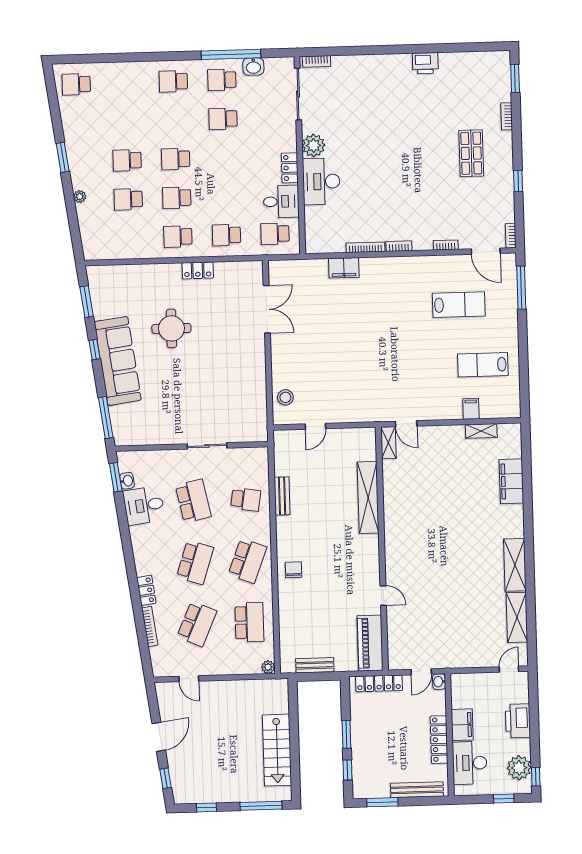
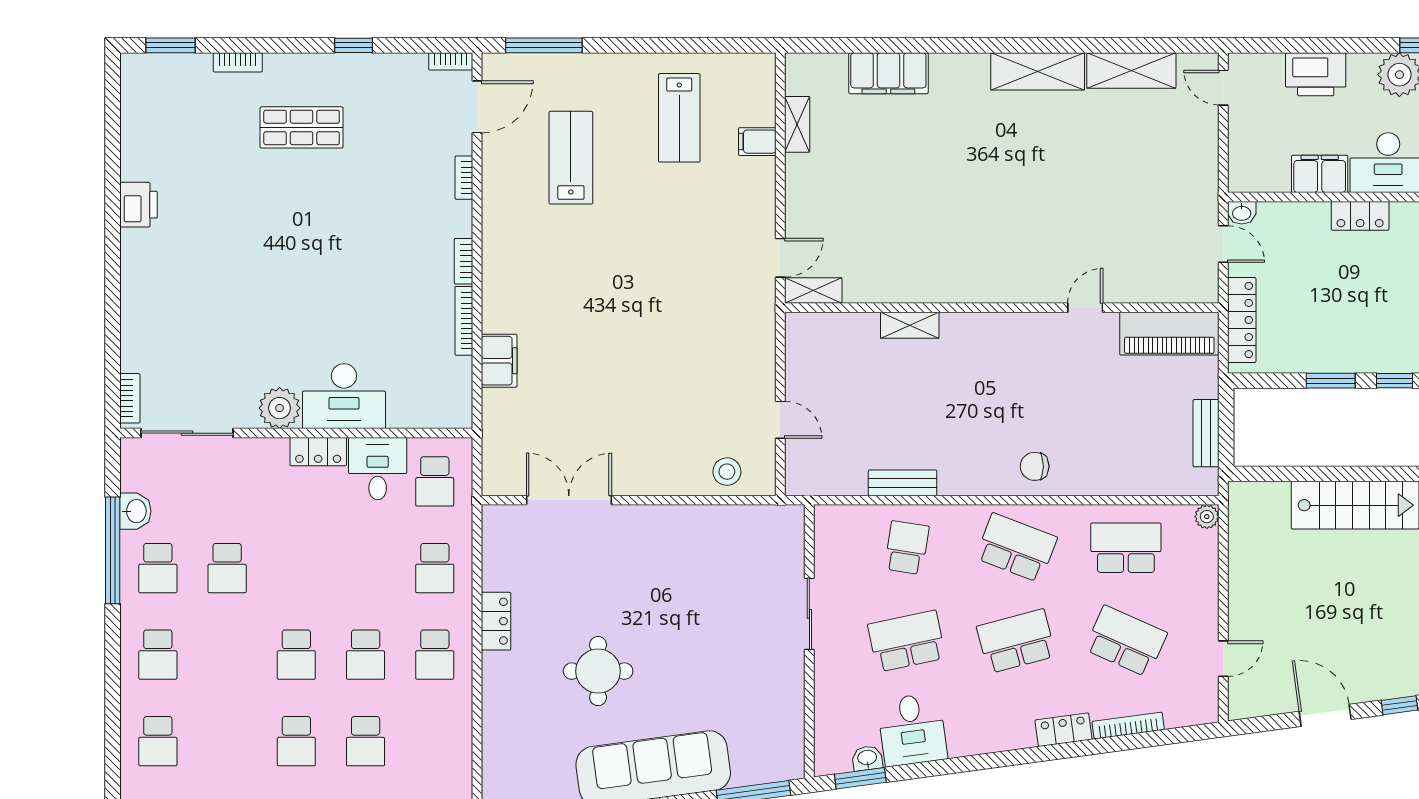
school desk: (125, 83) -> (158, 741), added
shelving: (368, 497) -> (910, 325), width x0.45, depth x0.75
school desk: (195, 562) -> (1016, 641), turned -33
locker: (439, 740) -> (1360, 216), width x0.66

